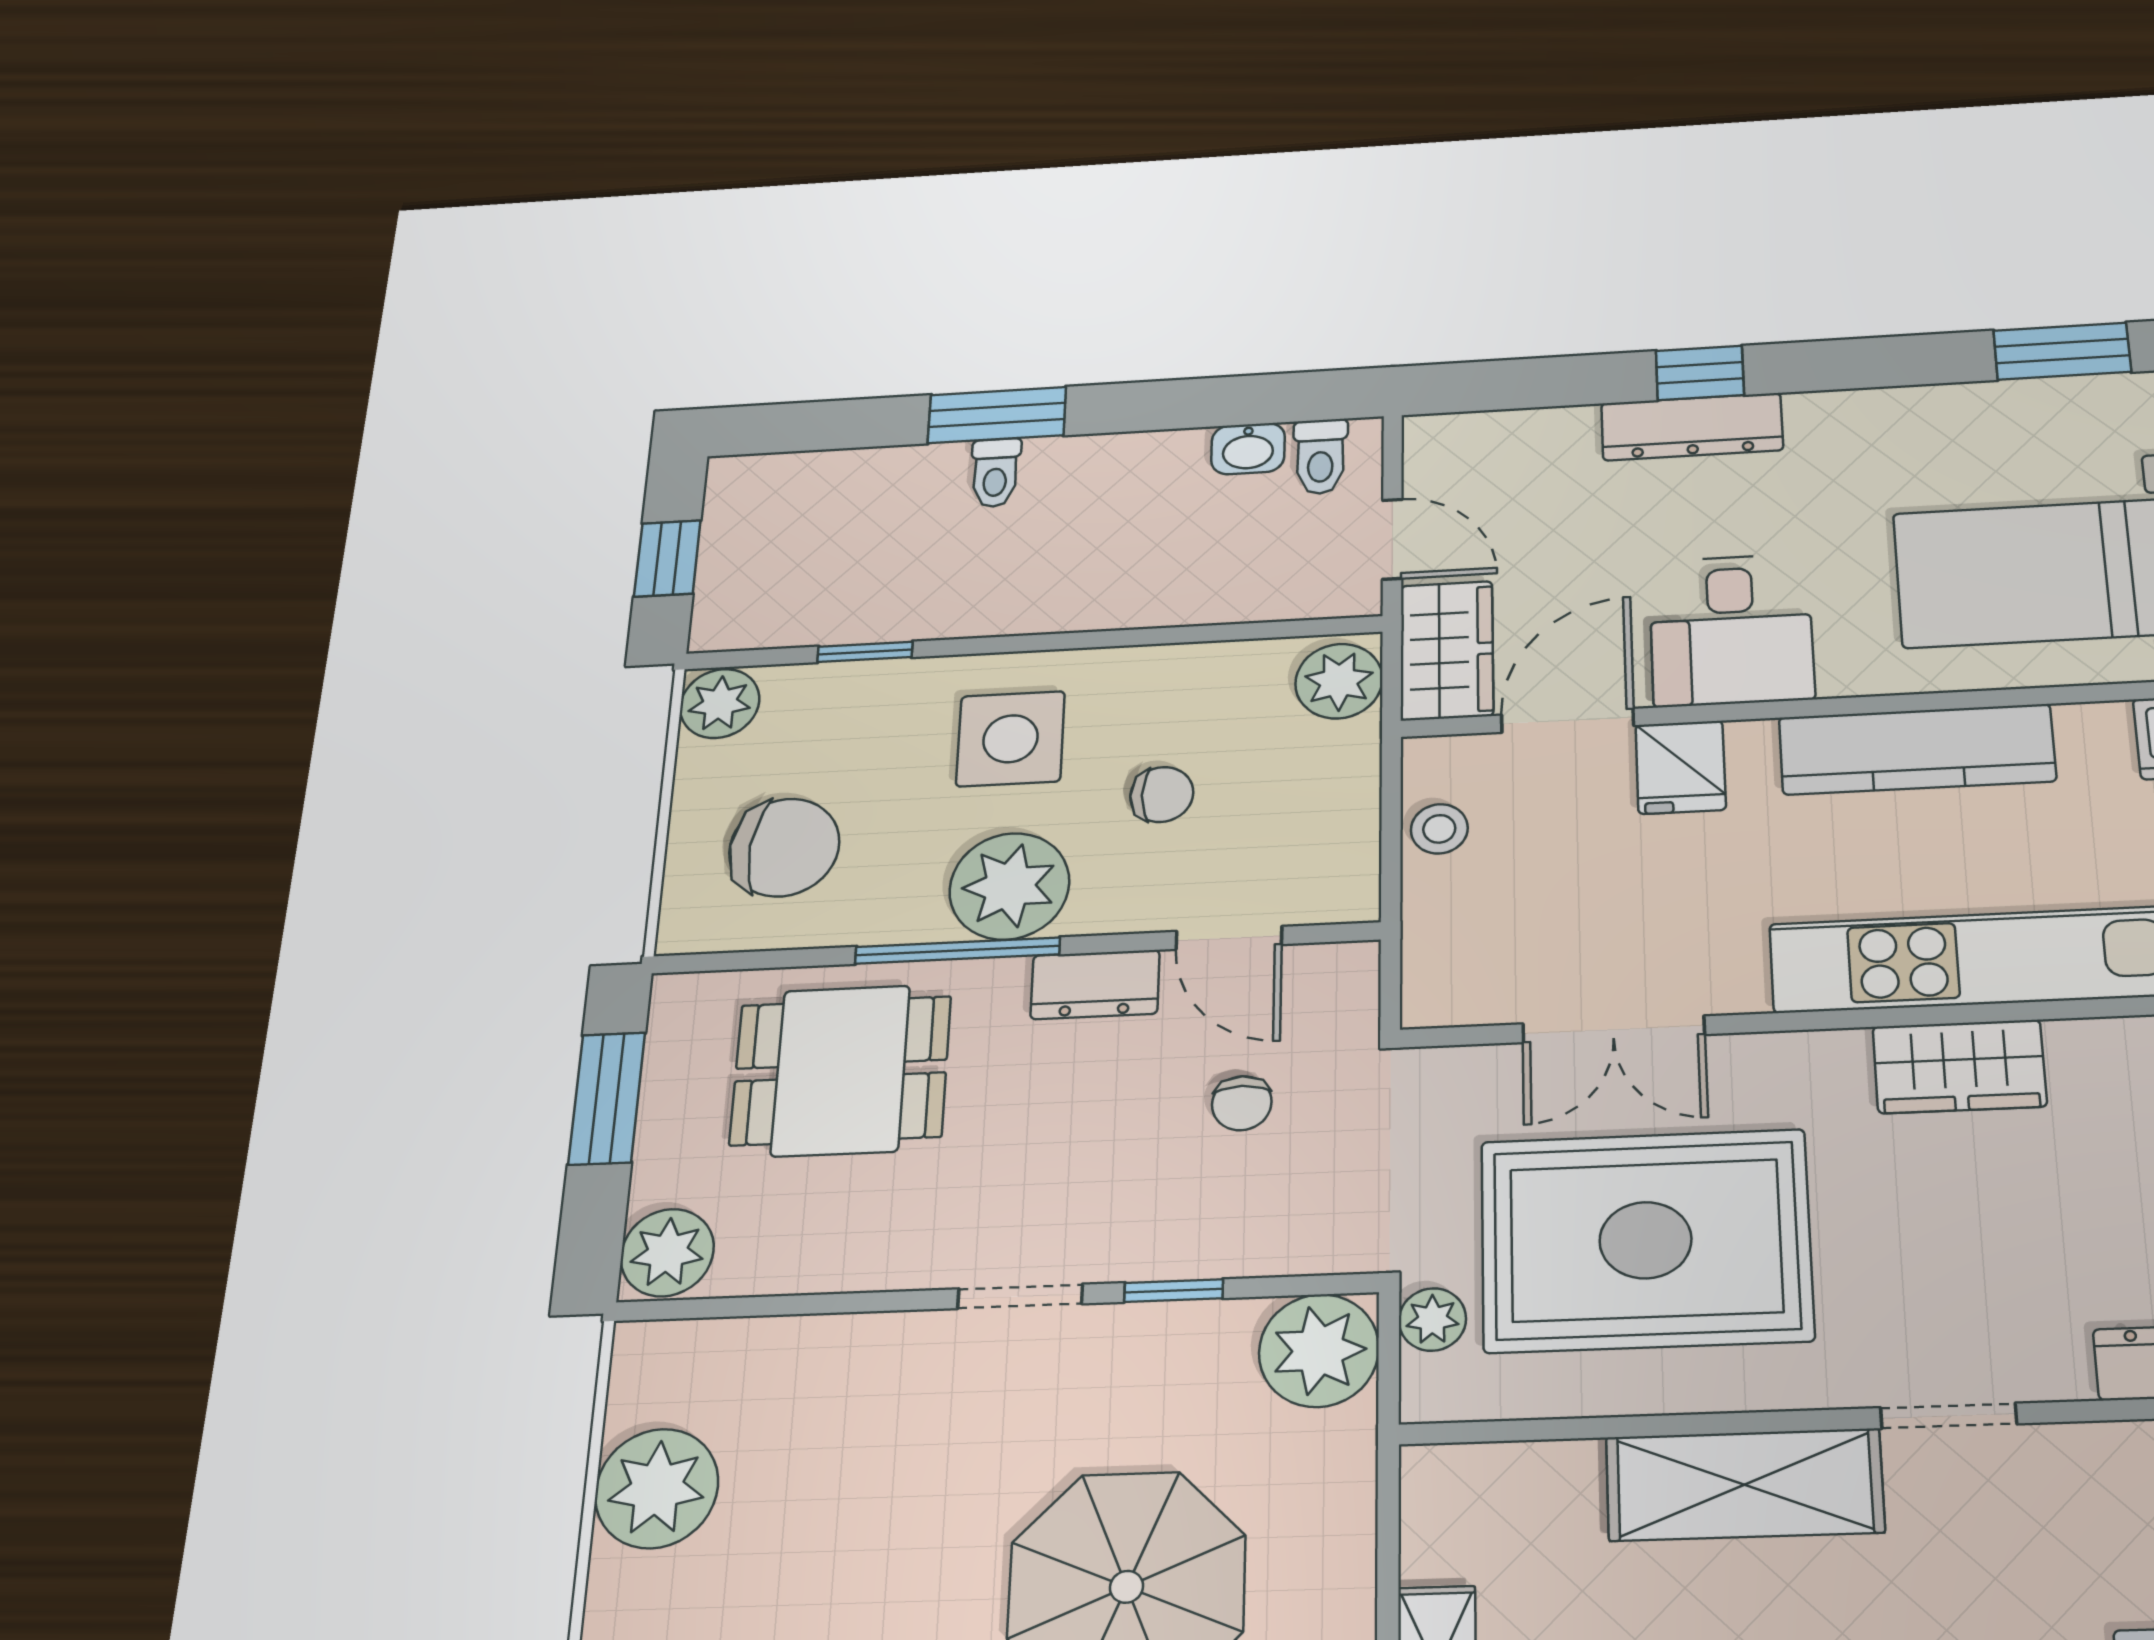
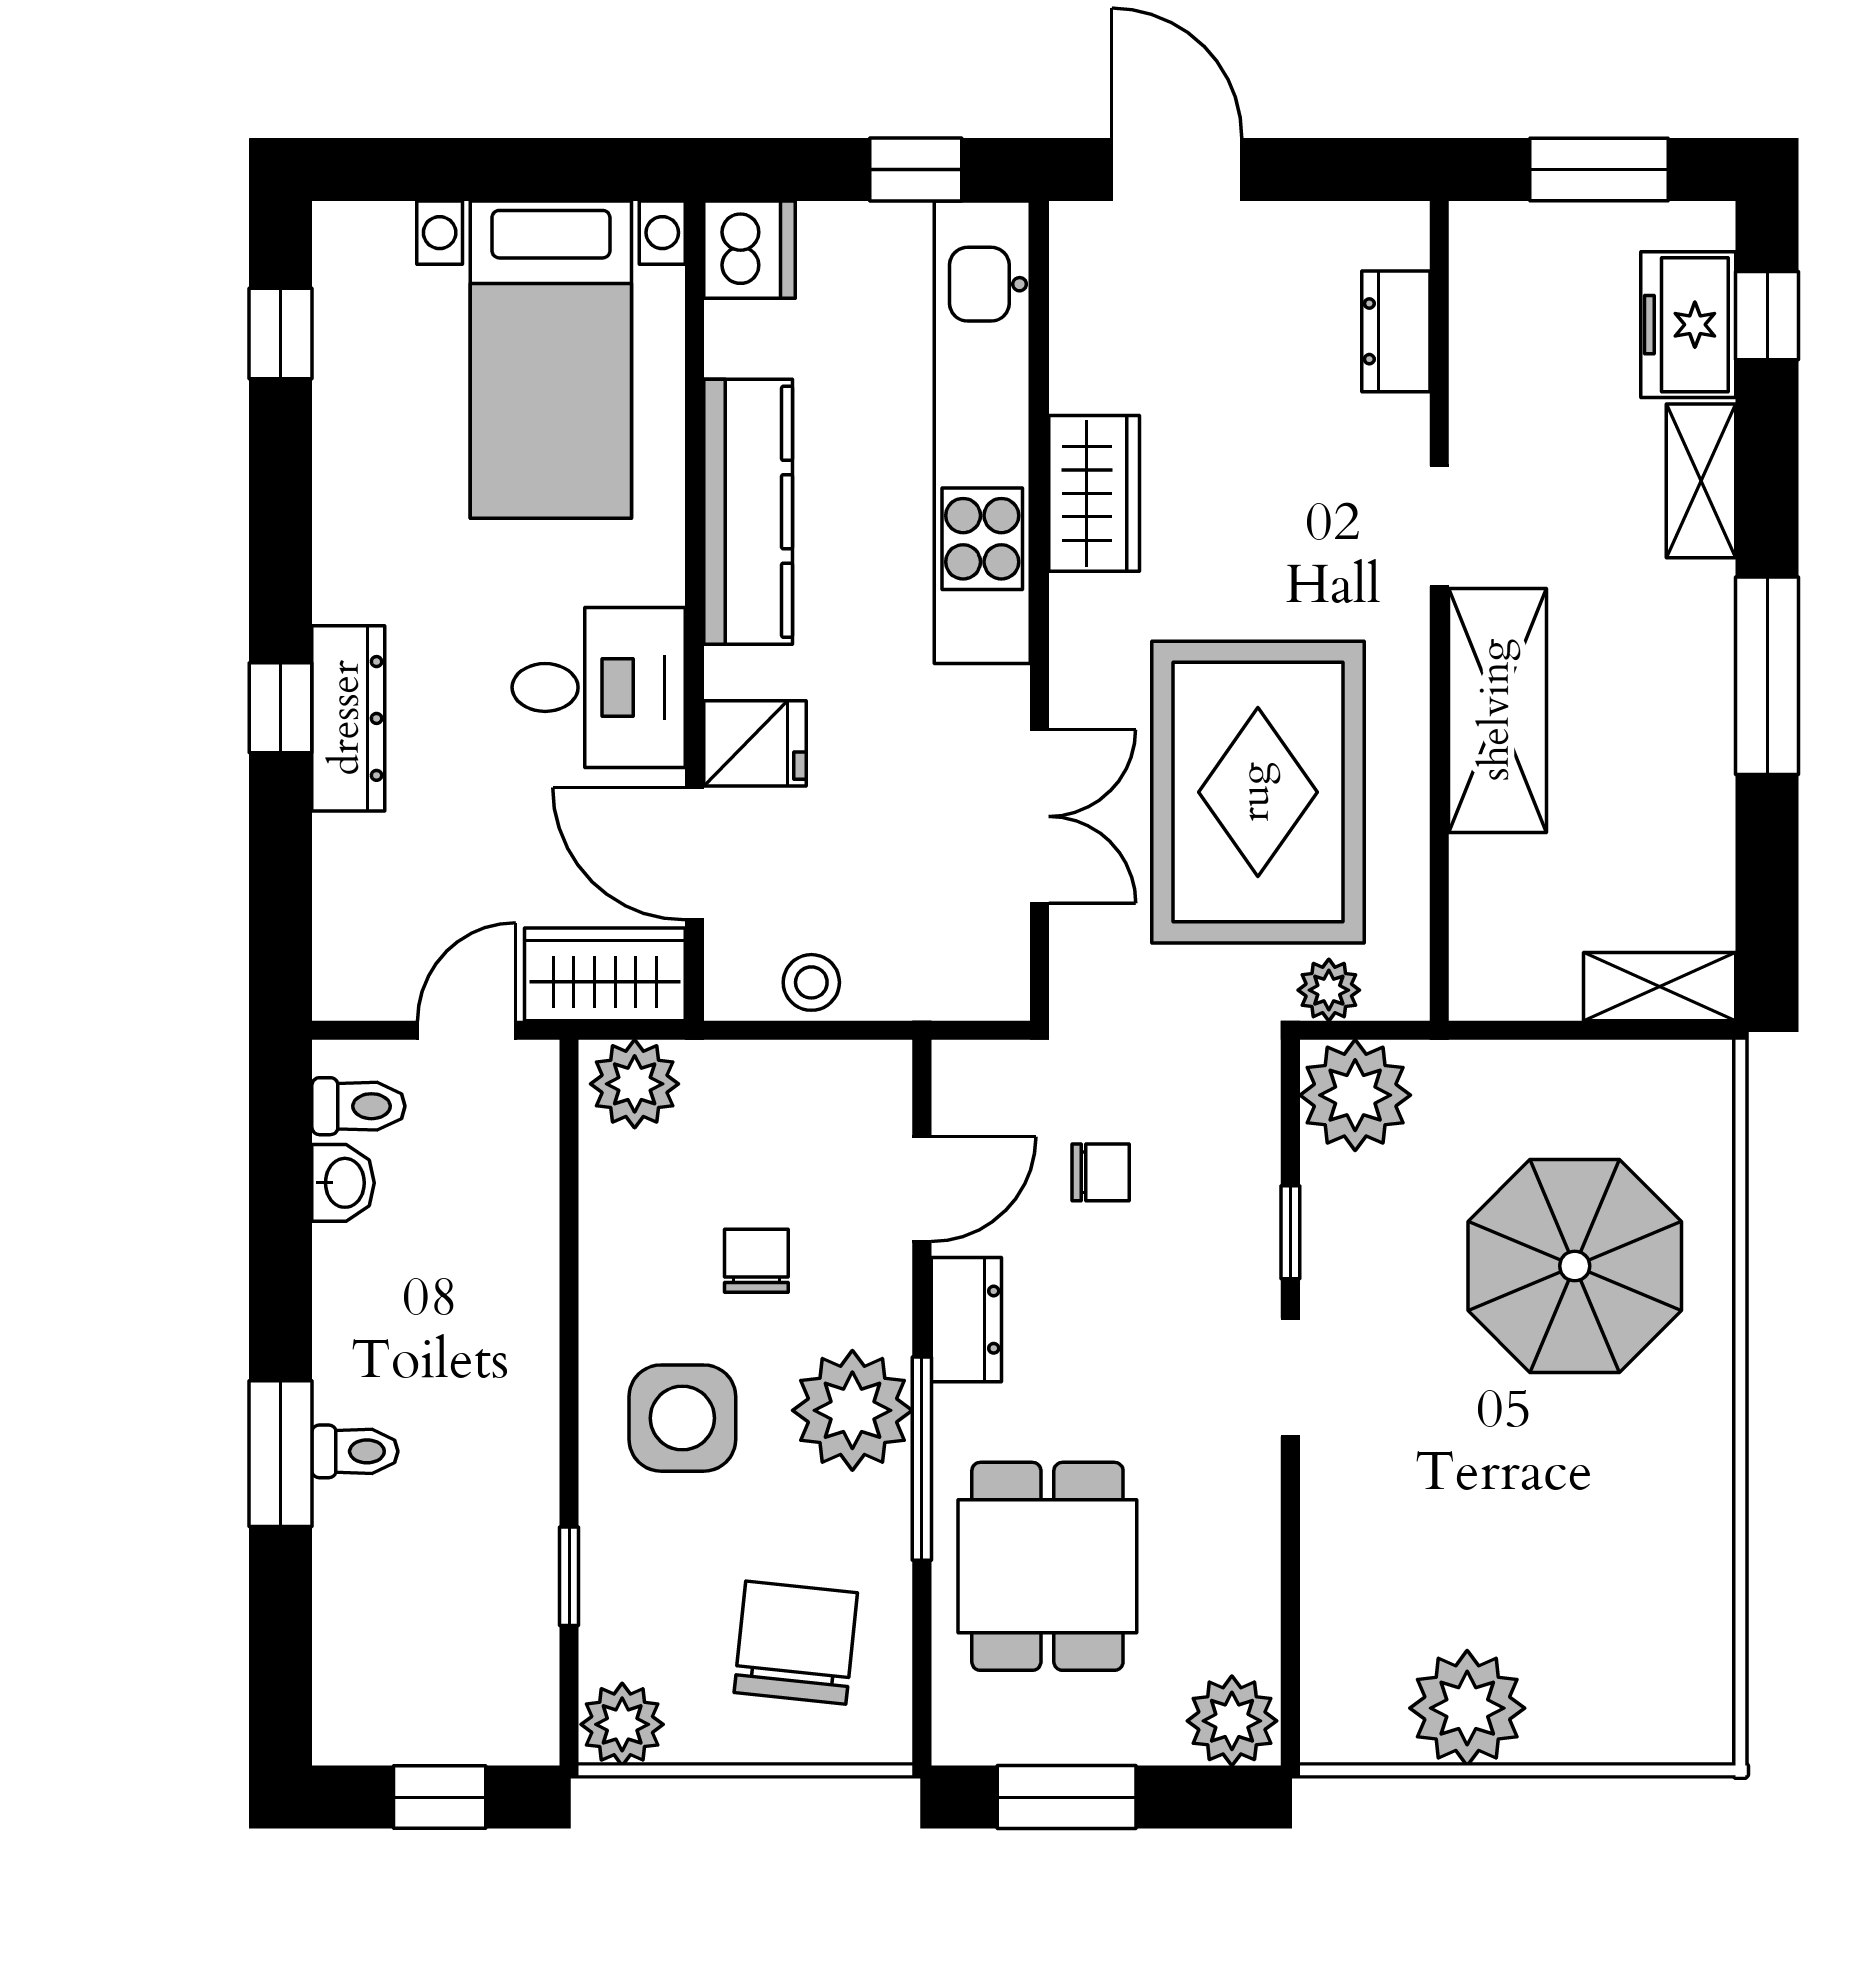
window: (2062, 351) -> (281, 334), width x0.67

